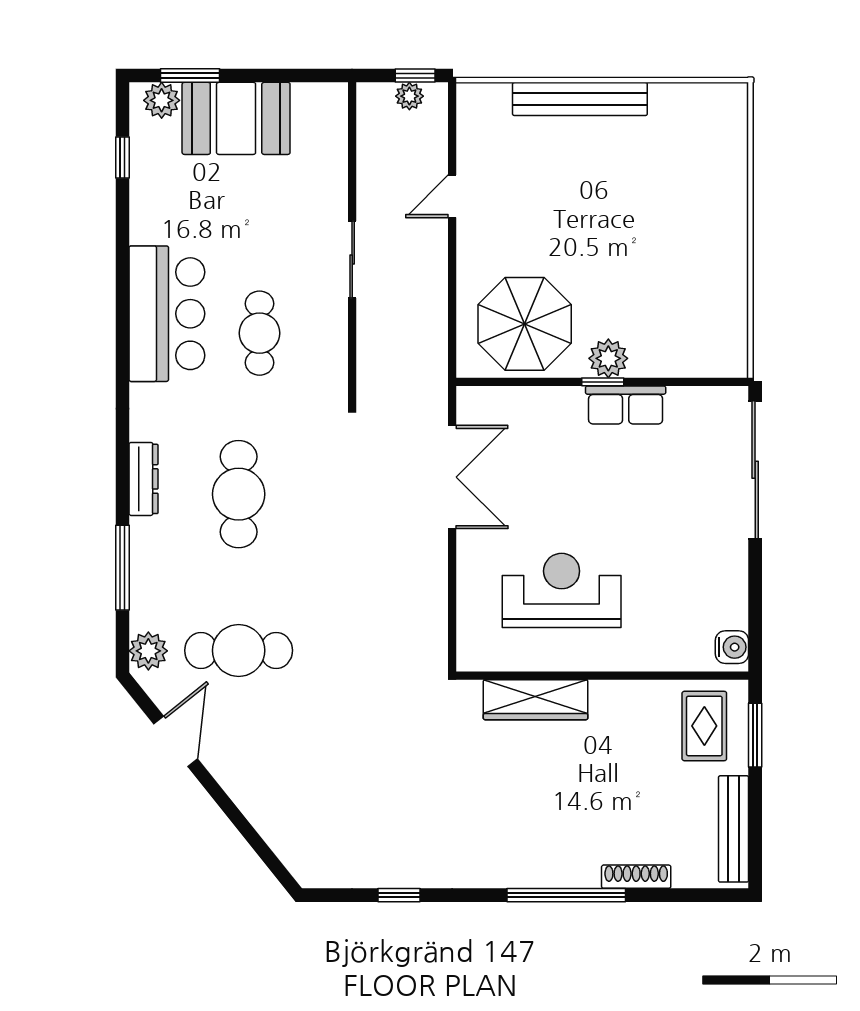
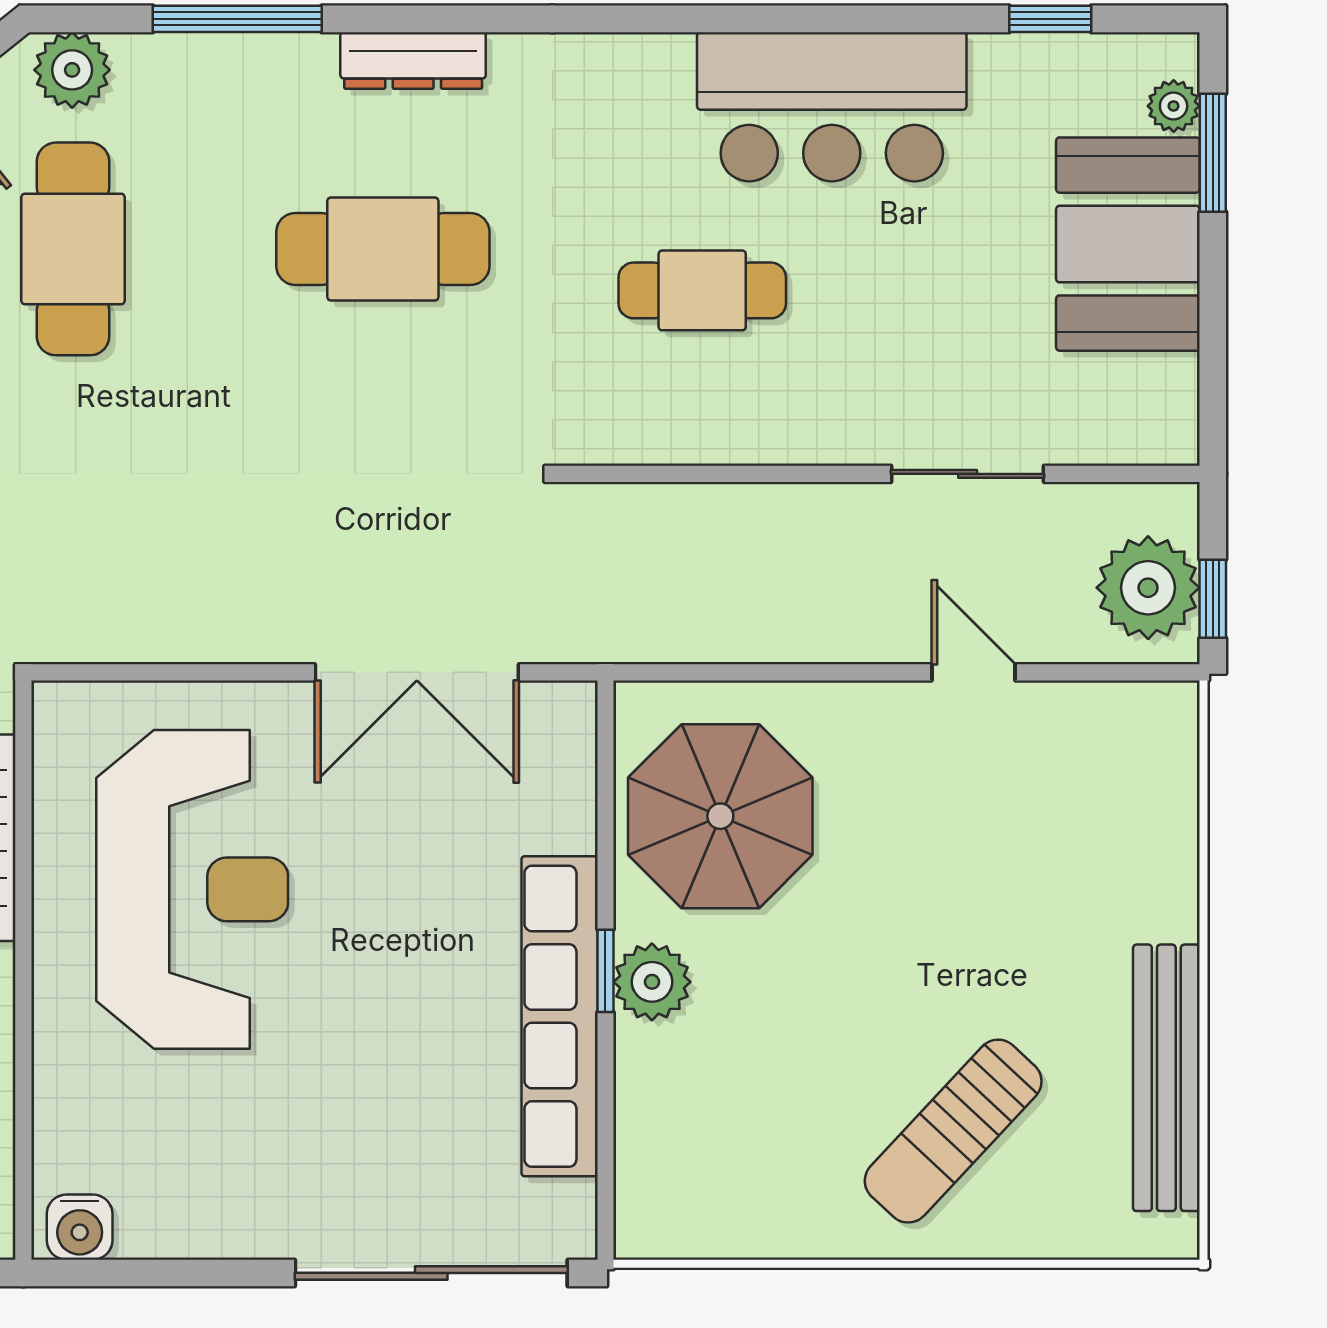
plant: (409, 96) -> (1148, 588), width x1.88, depth x1.88
bench: (580, 99) -> (1166, 1078), moved
plant: (162, 100) -> (1174, 106), width x0.73, depth x0.73
sun lounger: (684, 207) -> (953, 1131), added
sliding door: (352, 260) -> (968, 474), moved
bar counter: (167, 314) -> (832, 107), moved
row of seats: (626, 405) -> (560, 1016), width x2.02
reception desk: (562, 590) -> (192, 889), width x1.36, depth x1.30

